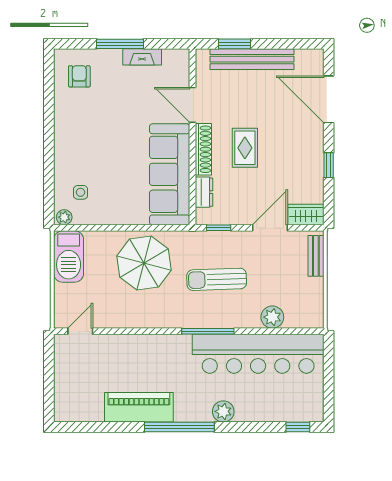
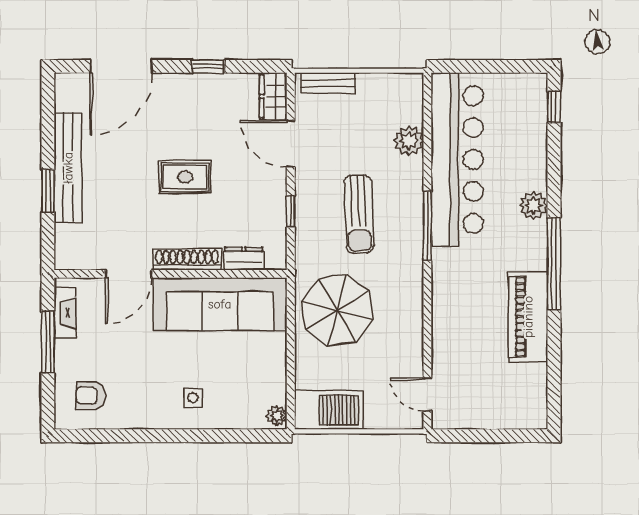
door: (193, 105) -> (128, 274), moved
wall: (193, 137) -> (171, 274), moved
shoe rack: (203, 149) -> (187, 259), moved
sofa: (170, 174) -> (220, 304), moved
side table: (81, 192) -> (193, 398), moved
dresser: (204, 192) -> (244, 259), moved

